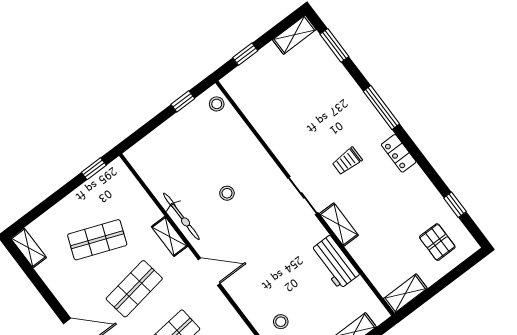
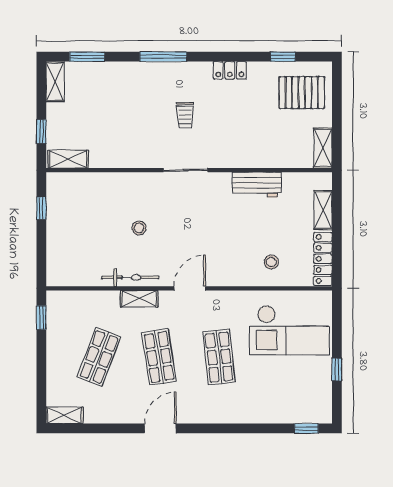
stool: (217, 104) -> (63, 183), removed
locker: (399, 153) -> (230, 70), moved
shelving: (339, 225) -> (68, 159), moved
pallet: (437, 242) -> (302, 93), width x1.50, depth x1.42

